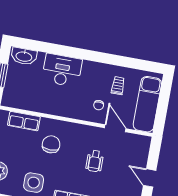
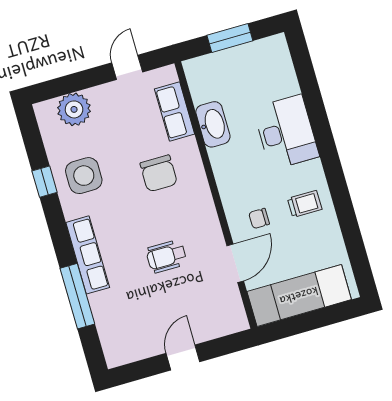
washbasin: (24, 56) -> (213, 124), moved, turned 180
trolley: (118, 86) -> (305, 204), moved
chair: (51, 144) -> (159, 173), turned 90

